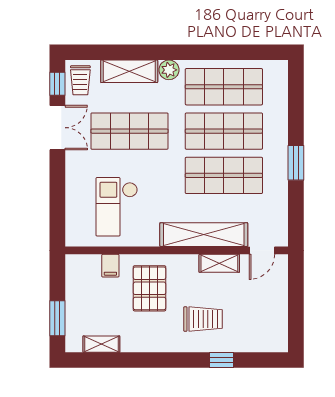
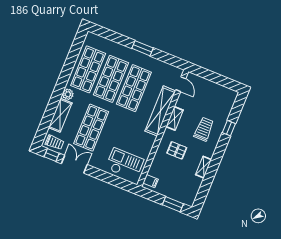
checkout: (117, 207) -> (125, 164), moved, turned 180
shelving: (219, 263) -> (175, 118), moved
filing cabinet: (110, 266) -> (151, 181), moved
pallet: (150, 288) -> (177, 150), width x0.67, depth x0.71
shelving: (101, 344) -> (204, 167), moved

